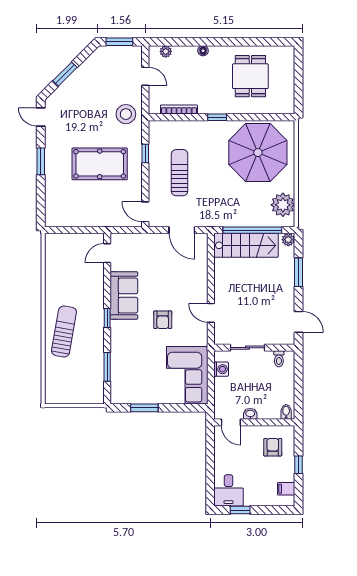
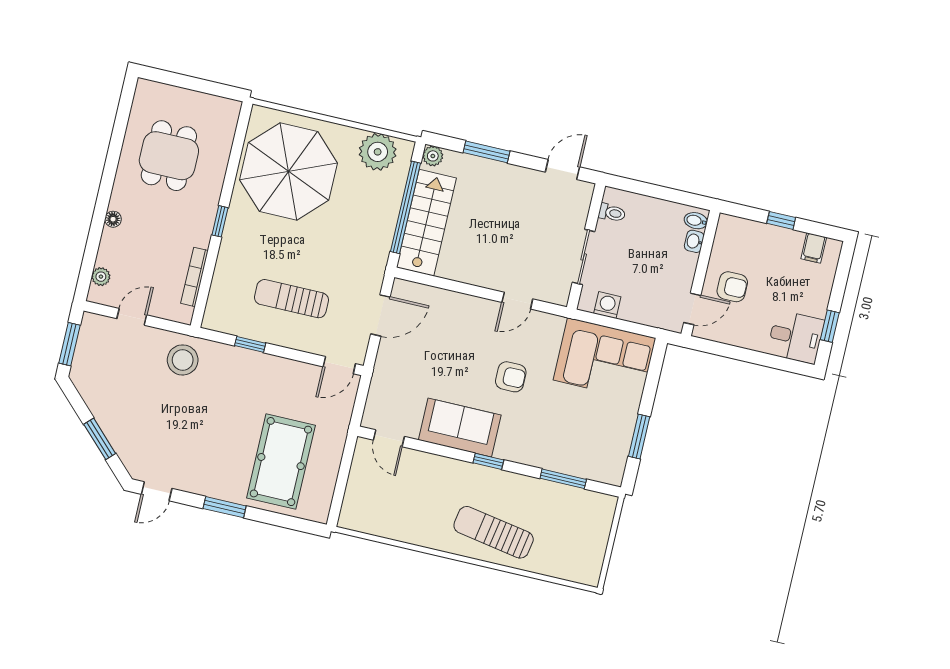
dining table: (250, 76) -> (169, 156), turned 90
pool table: (100, 164) -> (281, 462), moved
washbasin: (250, 414) -> (694, 241), moved
armchair: (273, 447) -> (732, 287), moved, turned 180

